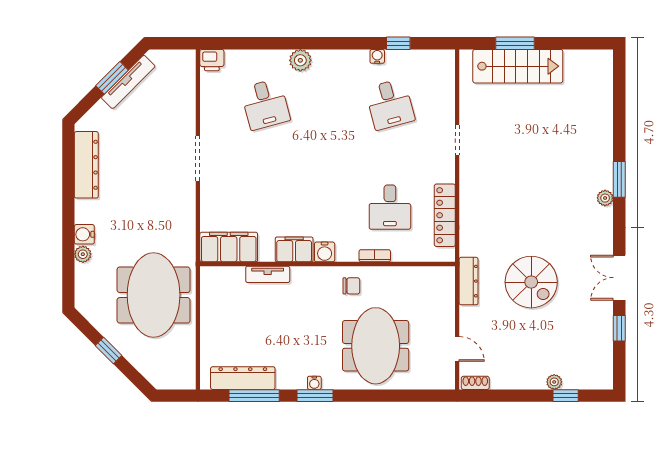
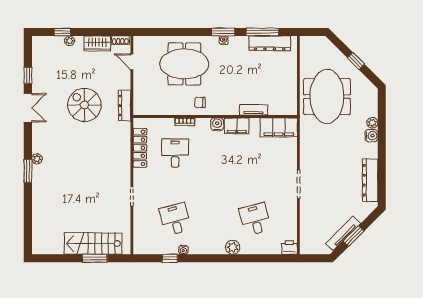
meeting table: (376, 346) -> (184, 64), turned 90
wardrobe: (511, 378) -> (97, 44), added

